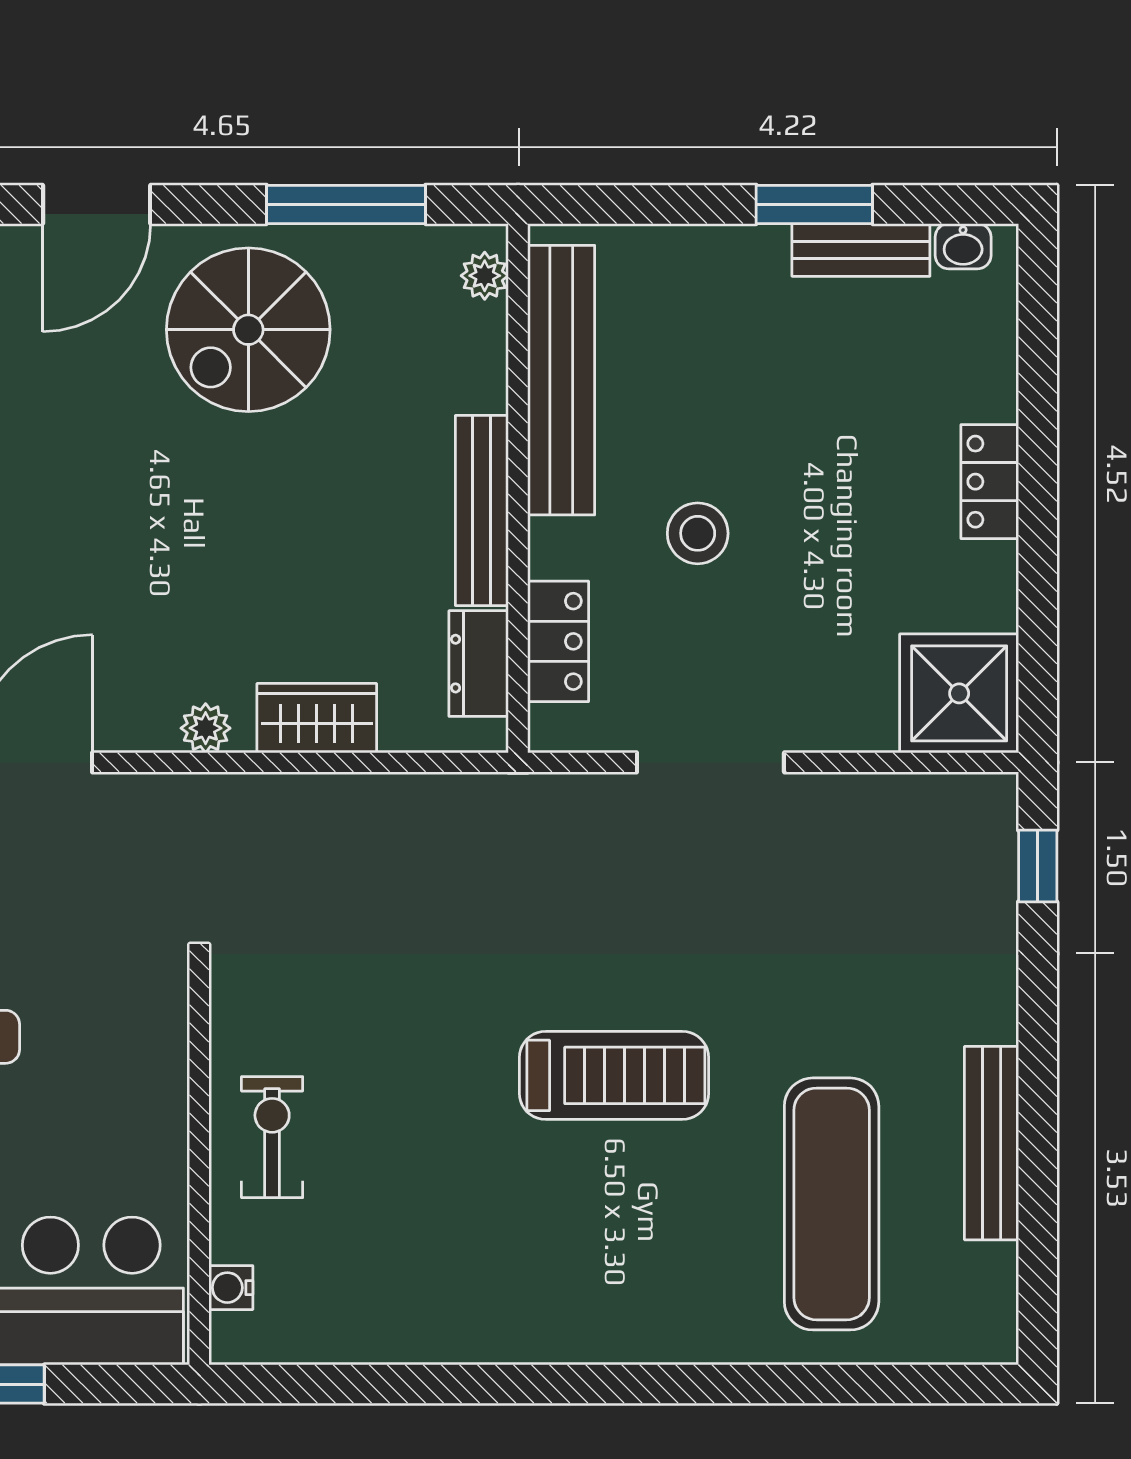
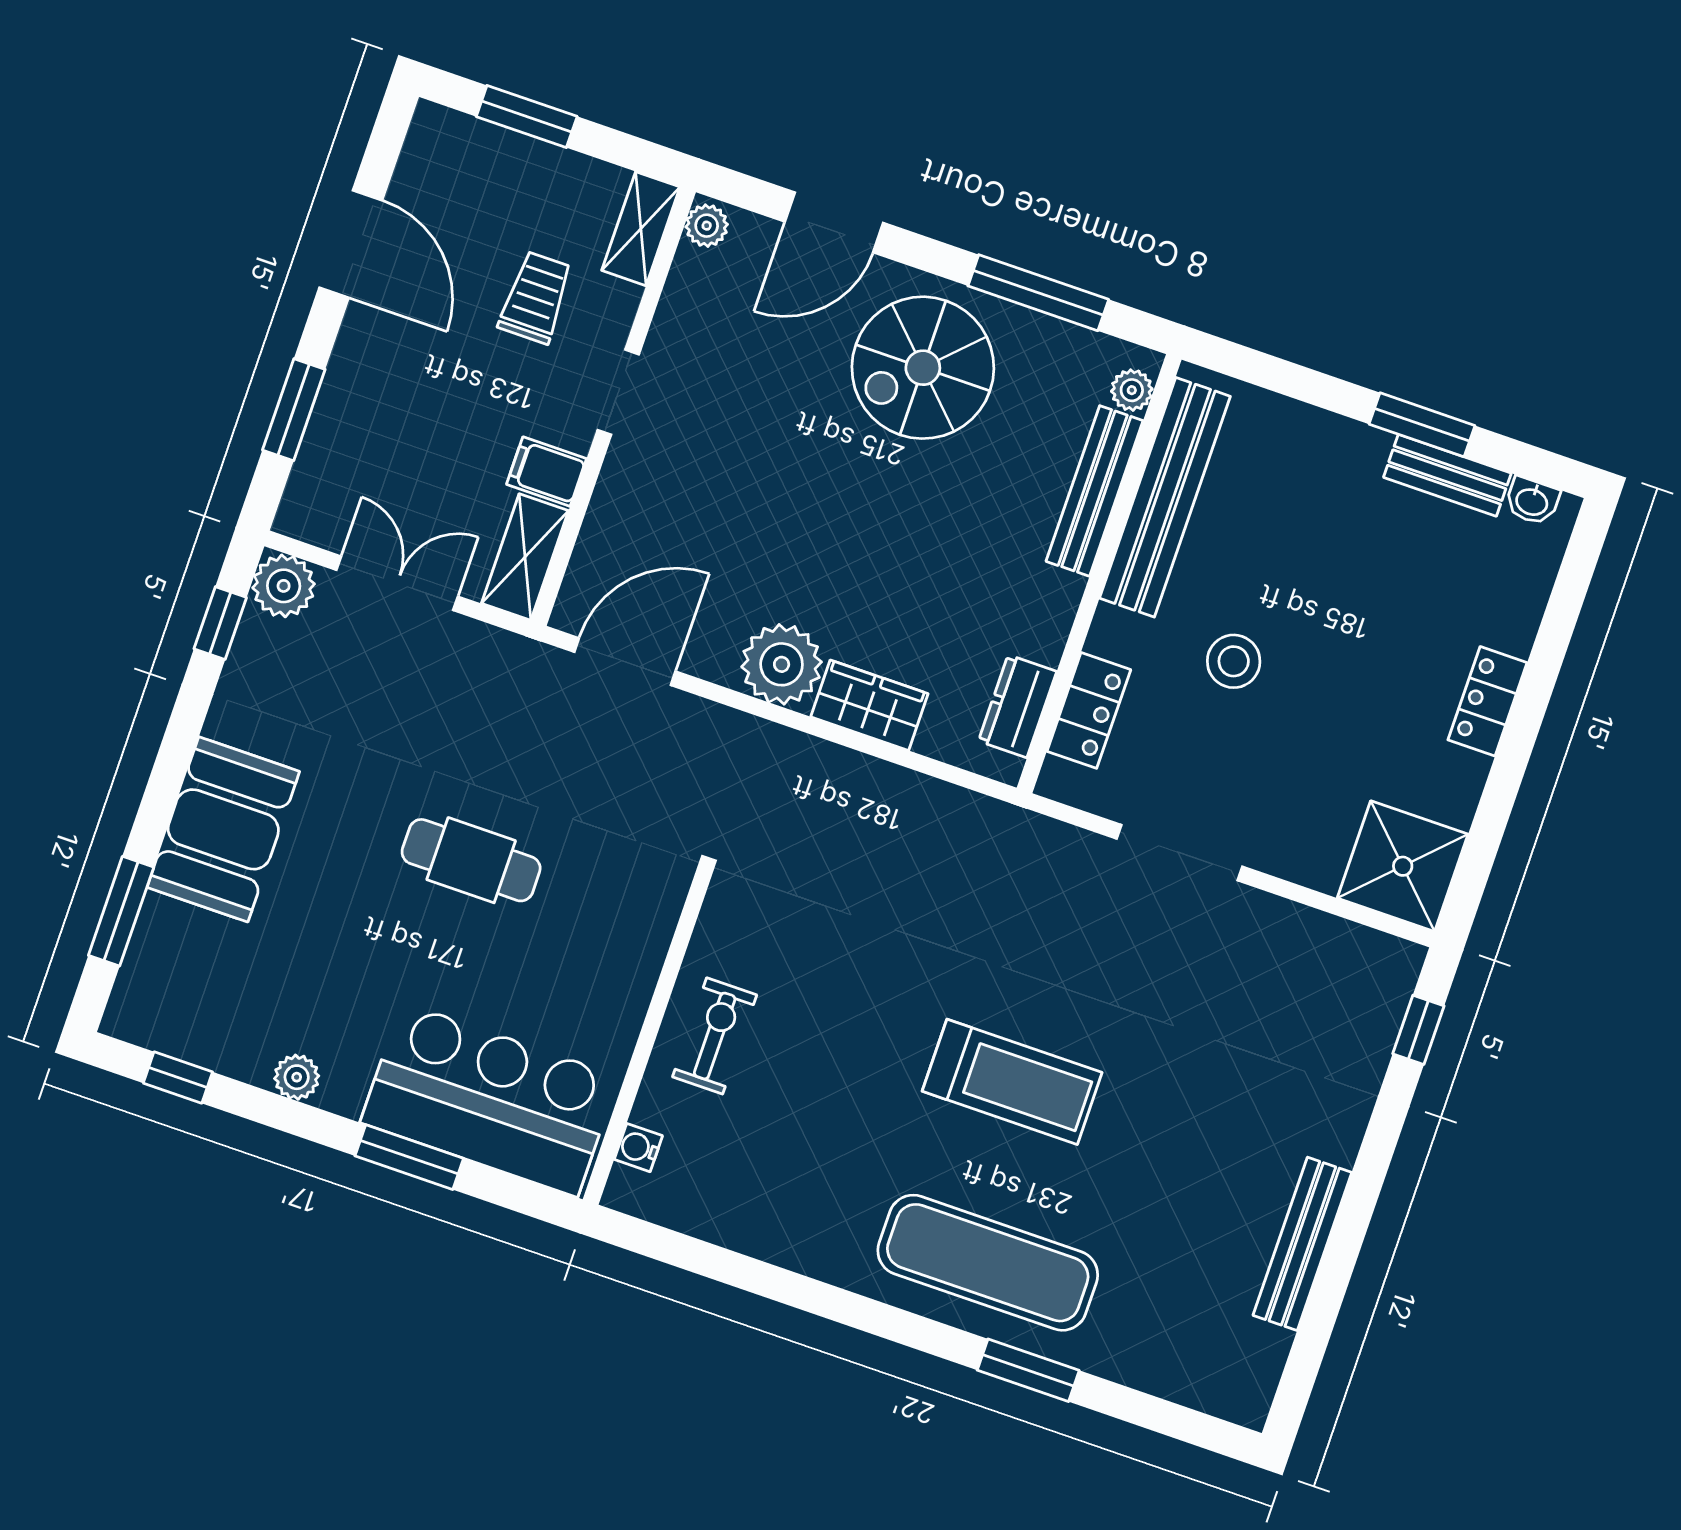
bench: (482, 511) -> (1095, 491), moved
plant: (206, 728) -> (782, 664), width x1.87, depth x1.87
exercise mat: (832, 1204) -> (988, 1263), moved, turned 90
window: (740, 1384) -> (1028, 1370), added

